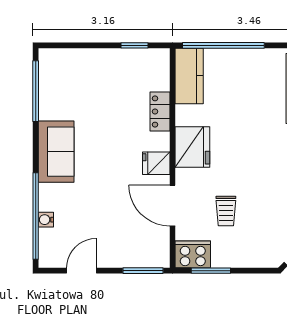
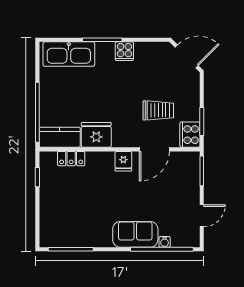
locker: (160, 112) -> (71, 159), moved
fridge: (192, 147) -> (96, 135), moved
sofa: (56, 152) -> (135, 234), moved
trolley: (226, 211) -> (158, 110), width x1.36, depth x1.39
door: (82, 271) -> (202, 216), swing flipped

